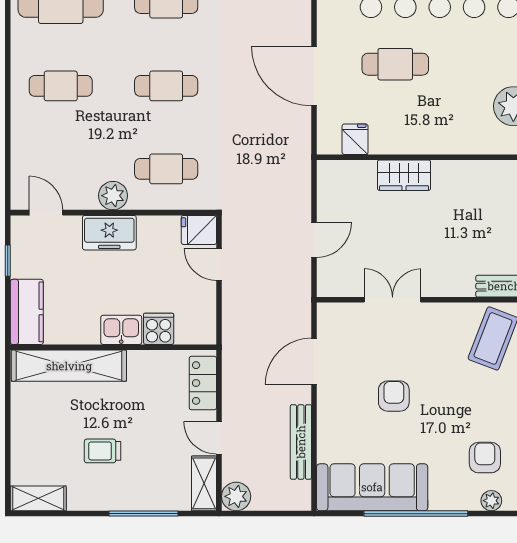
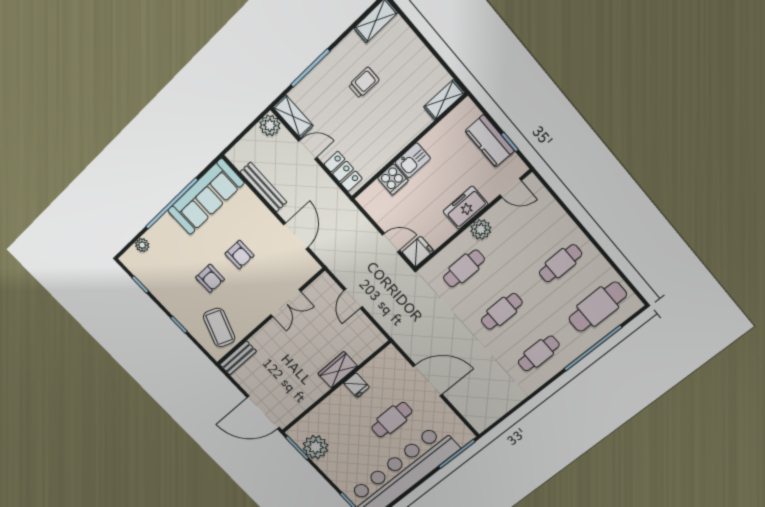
fridge: (355, 139) -> (356, 385), moved
kitchen counter: (27, 312) -> (490, 141), moved
shelving: (69, 366) -> (444, 100), width x0.45, depth x0.75
armchair: (485, 458) -> (210, 278), moved

